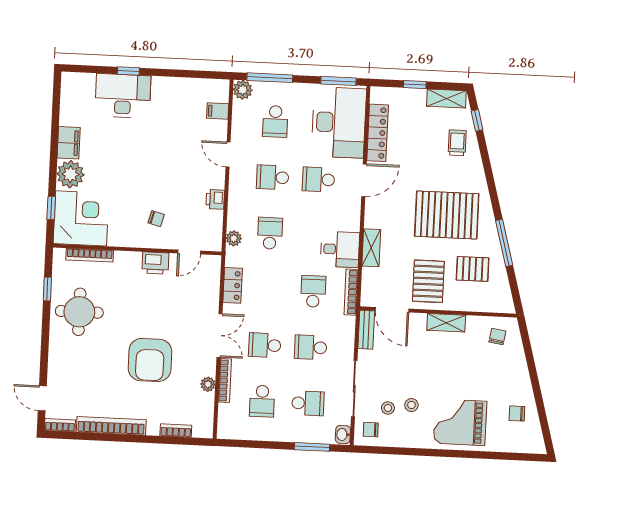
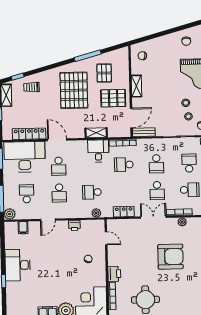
desk: (123, 96) -> (18, 265), moved
school desk: (275, 121) -> (27, 194), turned -90
printer: (155, 263) -> (114, 274), moved

